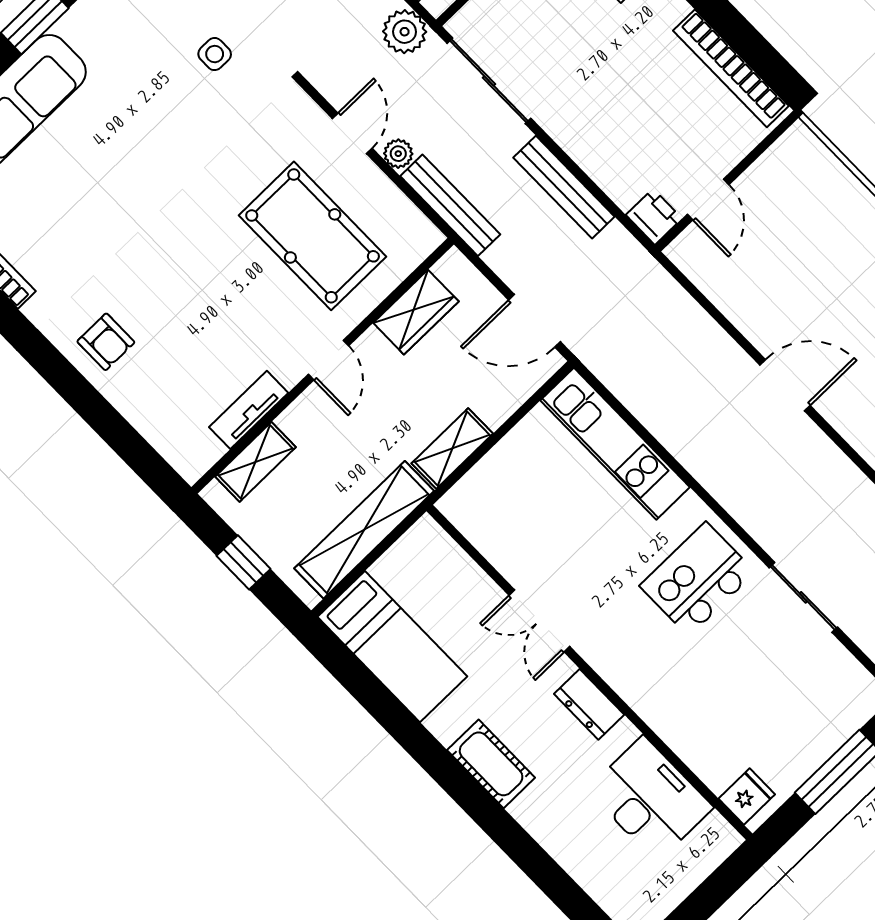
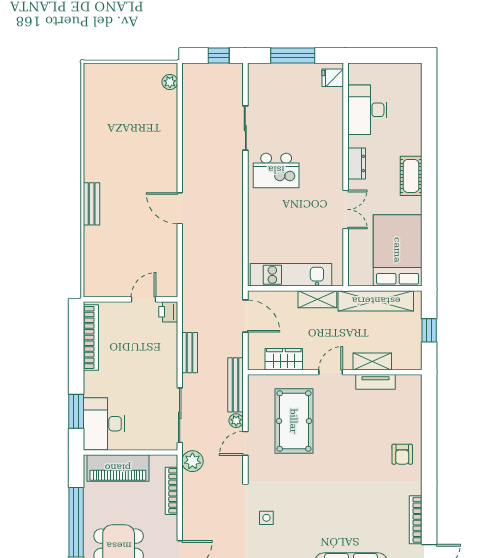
bench: (564, 187) -> (190, 353), width x0.73
armchair: (106, 342) -> (402, 454), turned 180
kitchen unit: (615, 444) -> (291, 275), moved, turned -90
shelving: (256, 462) -> (372, 361), moved
bed: (392, 647) -> (398, 250), width x1.50

